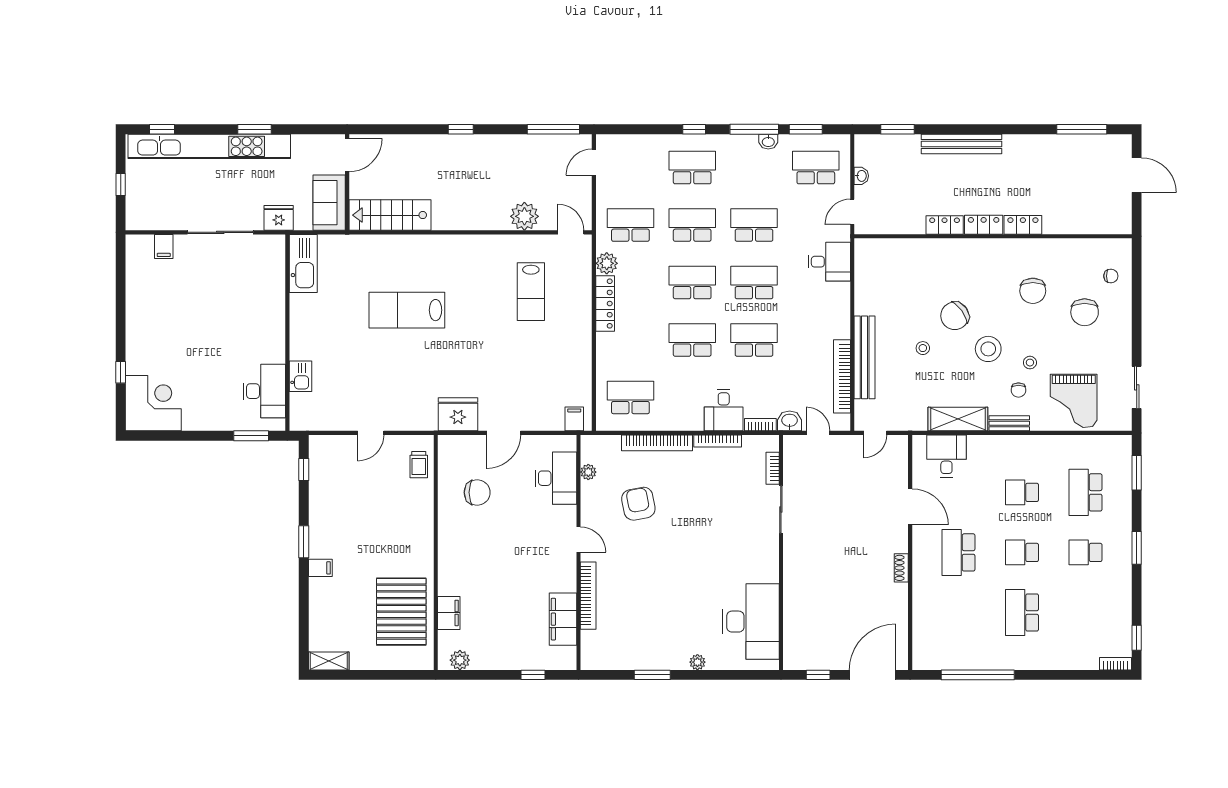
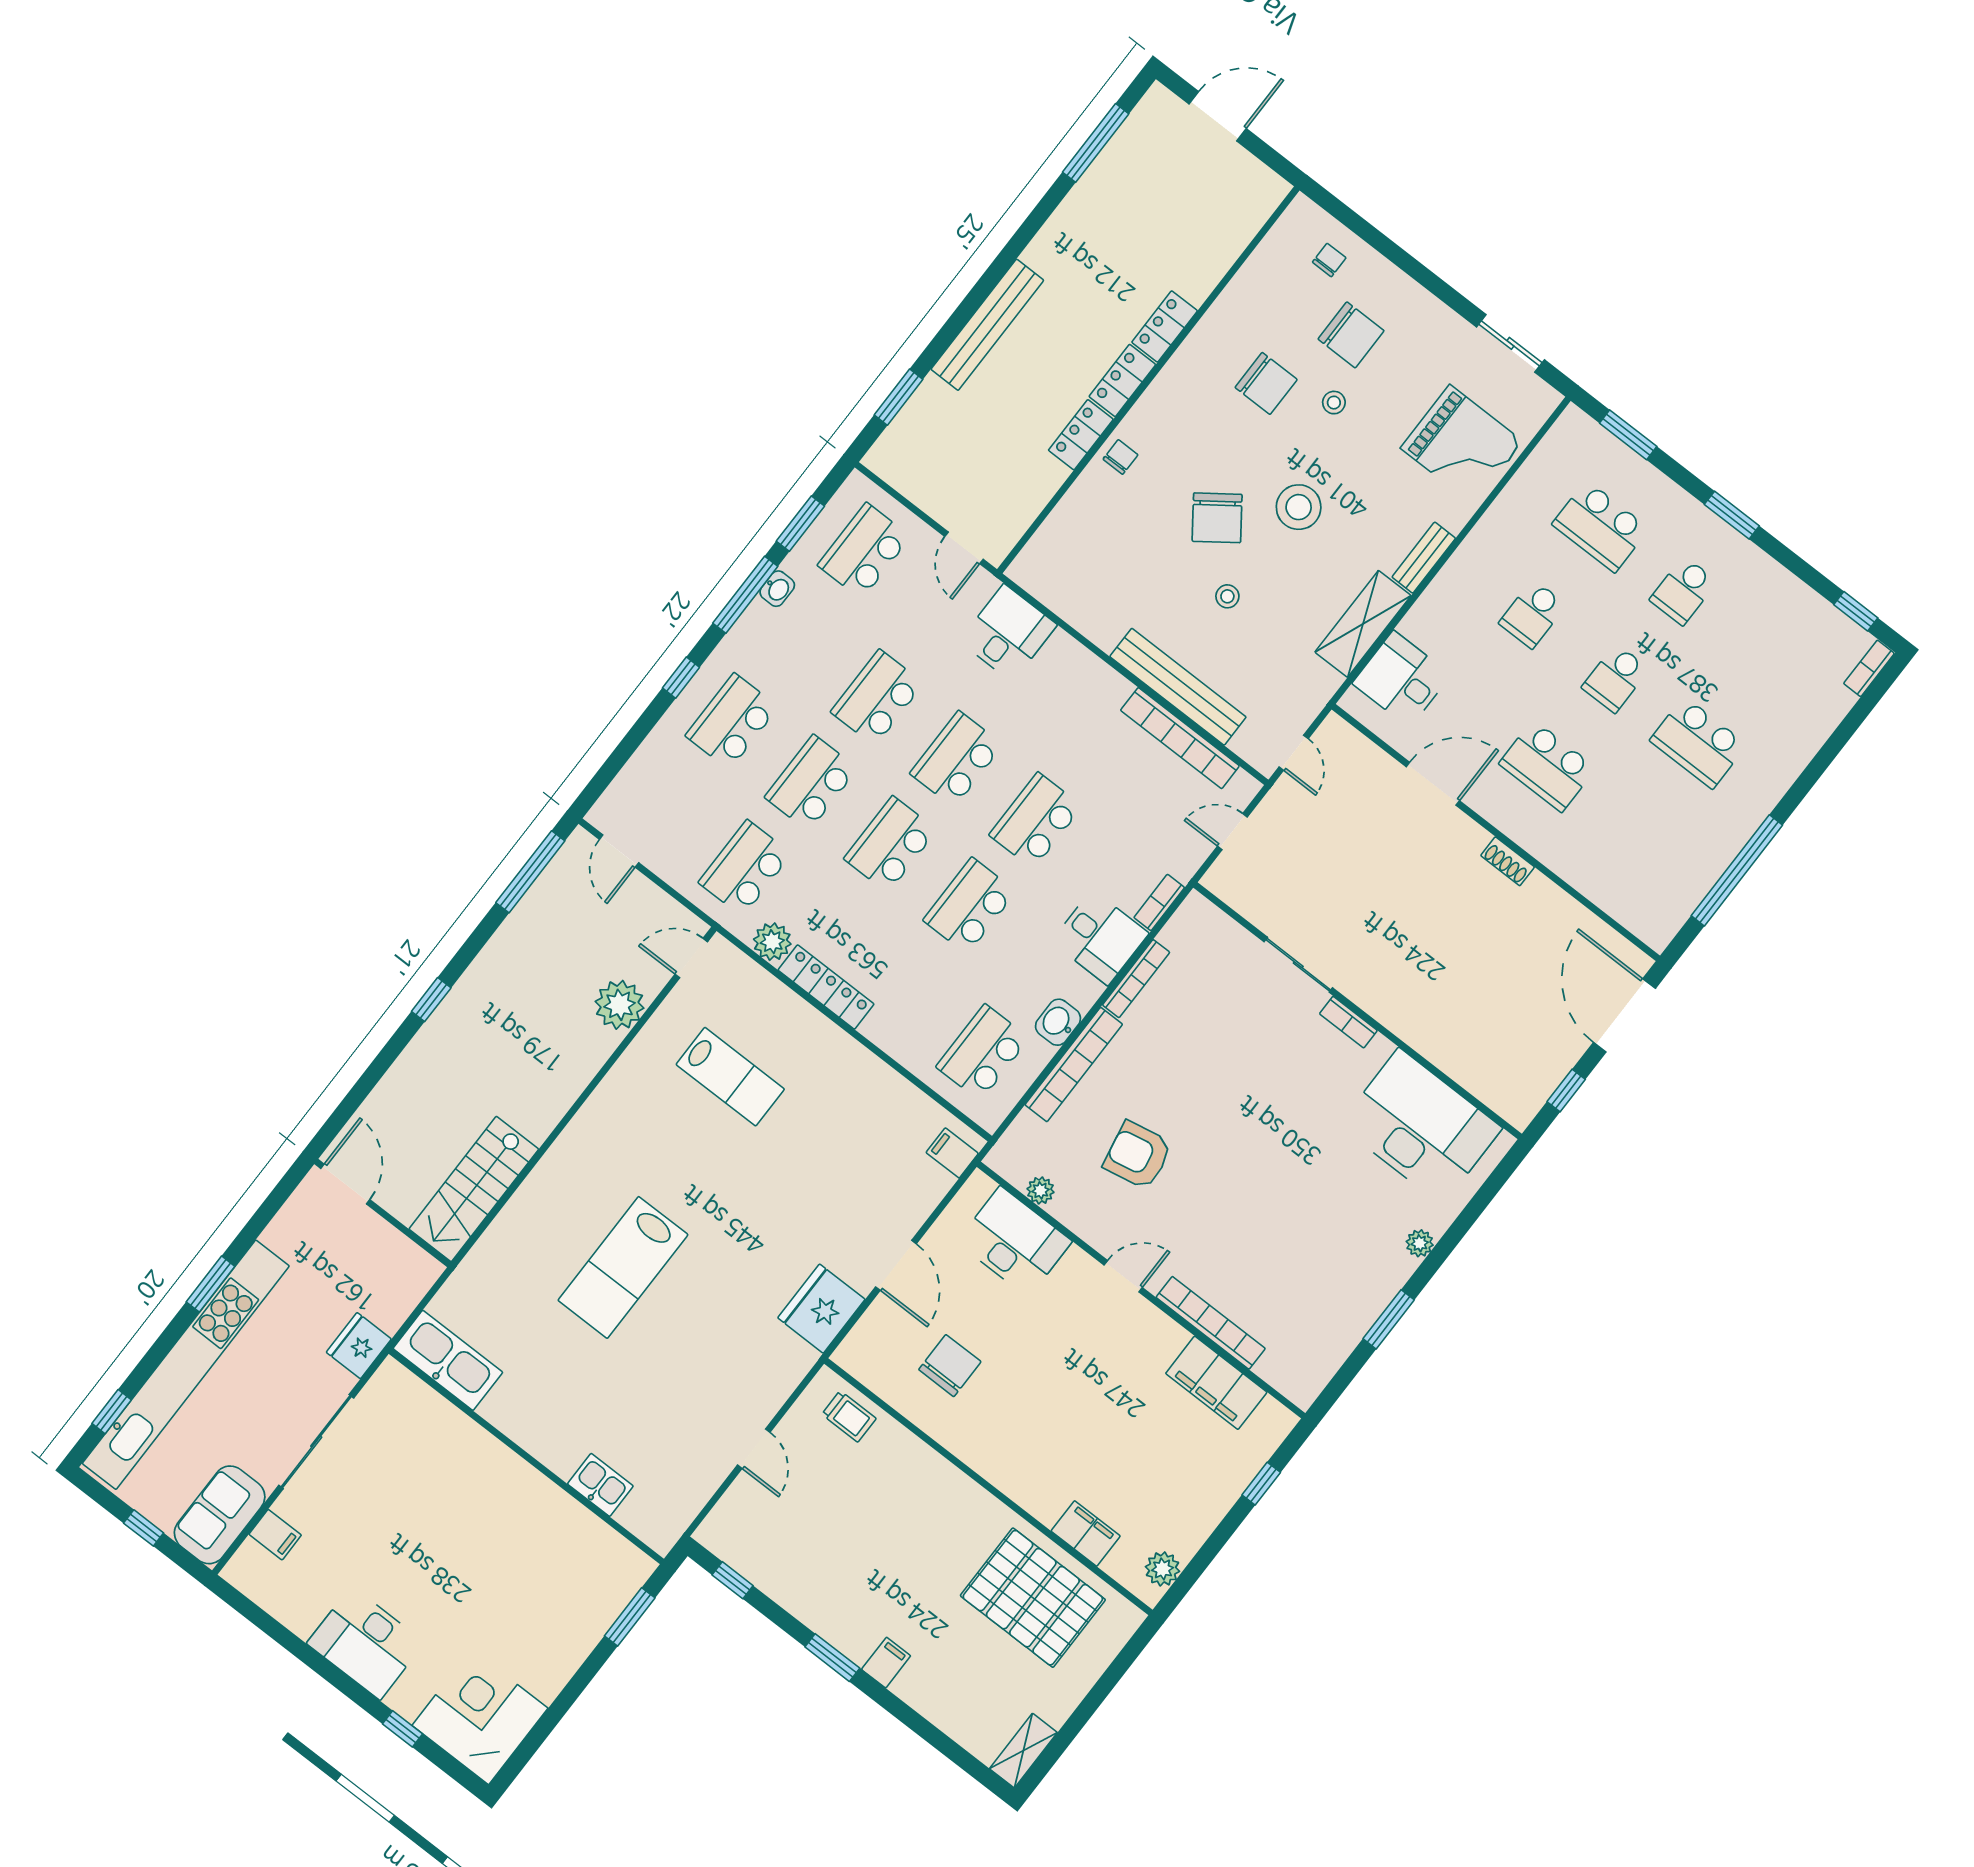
washbasin: (861, 176) -> (924, 497), removed
sofa: (329, 203) -> (220, 1515), moved, turned 90
stool: (1030, 363) -> (1334, 403), moved
chair: (1018, 390) -> (1120, 457), moved, turned -90
desk: (264, 391) -> (366, 1643), moved, turned 180
washbasin: (790, 421) -> (1058, 1022), moved
bookcase: (773, 468) -> (1348, 1022), moved

